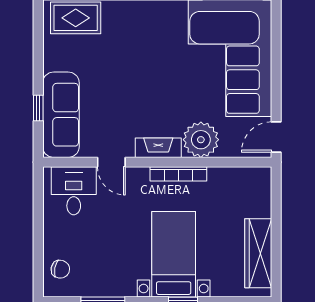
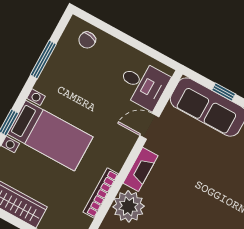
bookcase: (178, 174) -> (101, 193), moved

